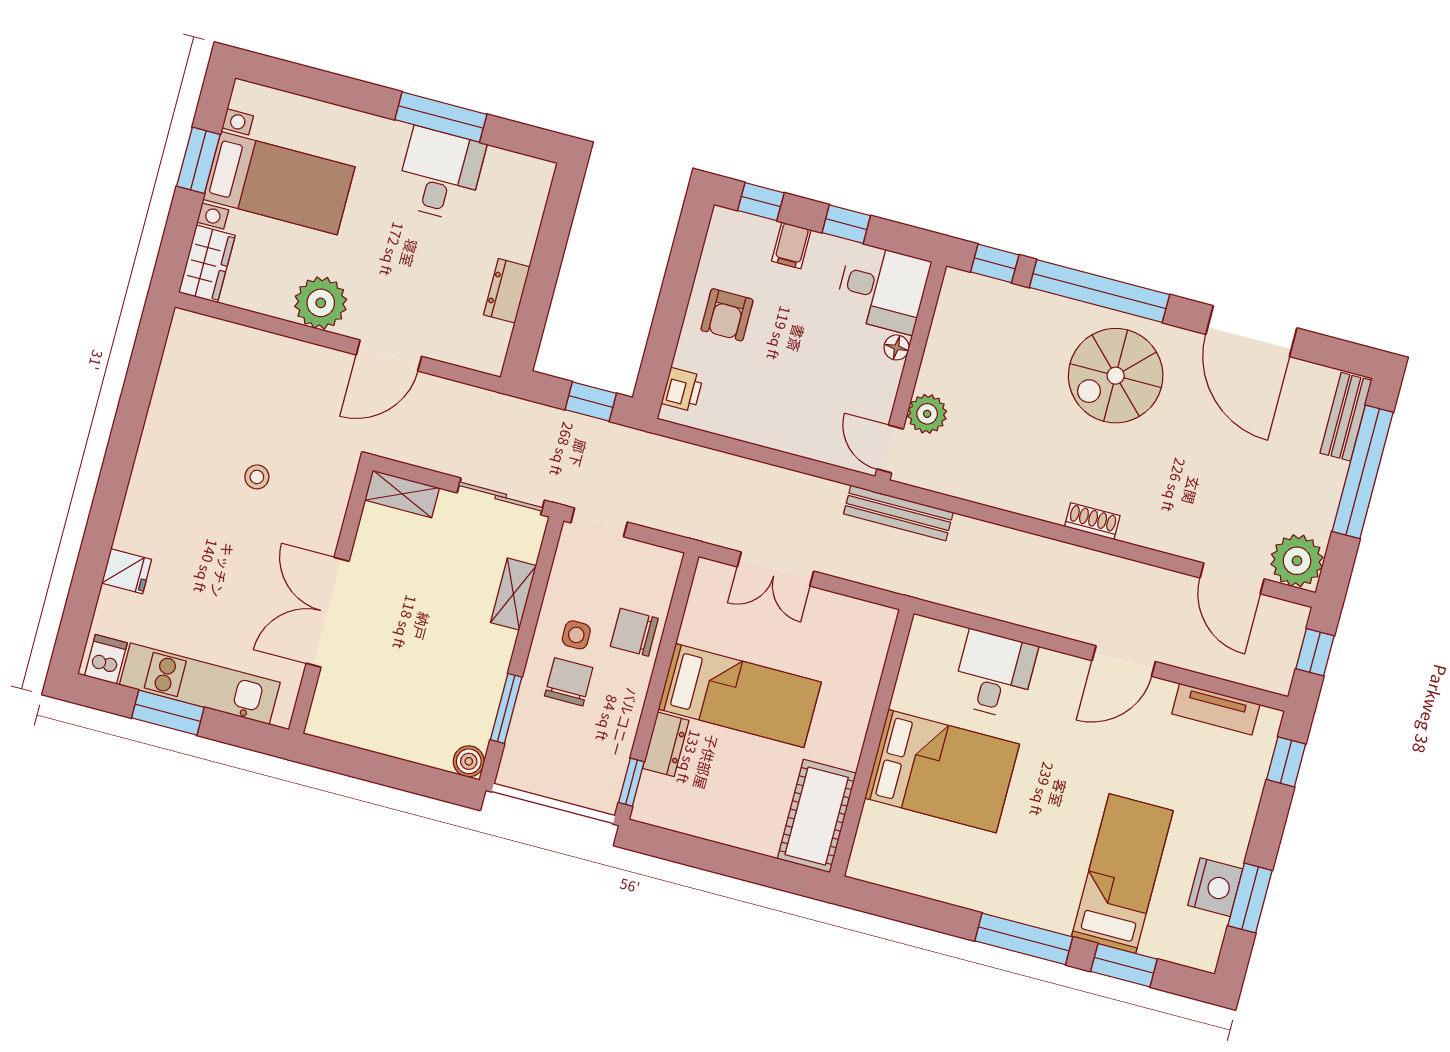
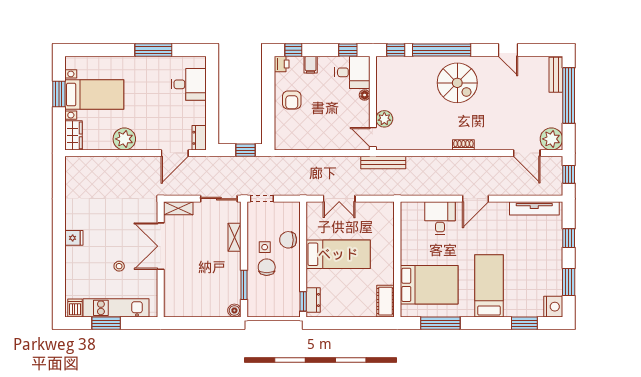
desk: (440, 174) -> (189, 84), moved, turned 90
window: (846, 224) -> (348, 50), moved
dresser: (507, 291) -> (199, 138), moved
door: (1251, 331) -> (508, 50), width x0.53
door: (389, 356) -> (175, 153), moved
spiral stairs: (1116, 376) -> (457, 83), turned -90
printer: (682, 390) -> (282, 64), moved
stool: (257, 477) -> (119, 266), moved
fridge: (127, 571) -> (74, 238), moved
double door: (328, 612) -> (161, 246), moved
door: (1124, 661) -> (475, 199), moved
tv unit: (1216, 709) -> (534, 208), width x1.41
dresser: (666, 744) -> (313, 300), moved
window: (1286, 762) -> (569, 238), moved
bed: (942, 771) -> (429, 285), moved
cot: (817, 816) -> (386, 301), width x0.73, depth x0.75
bed: (1122, 874) -> (489, 286), moved
nightstand: (1215, 887) -> (553, 307), moved
window: (1024, 939) -> (440, 323), moved

